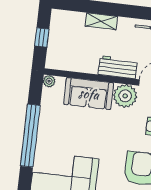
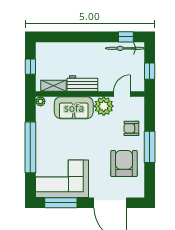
shelving: (101, 21) -> (54, 86), moved
workbench: (118, 67) -> (82, 83), moved

